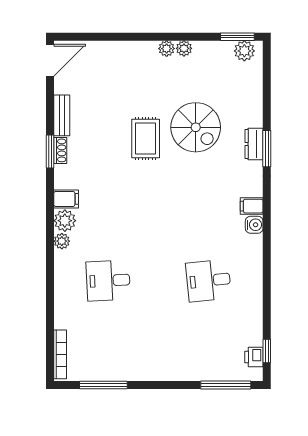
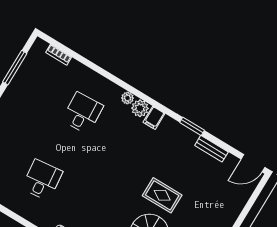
door: (50, 60) -> (253, 163), hinge flipped
shoe rack: (60, 150) -> (189, 134), removed
bookcase: (60, 354) -> (59, 55), width x0.64

